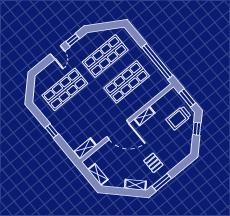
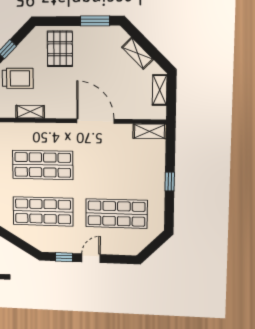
shelving: (144, 116) -> (30, 112), moved
pallet: (153, 163) -> (60, 49), moved, width x1.50, depth x1.42
shelving: (135, 185) -> (137, 53), moved

